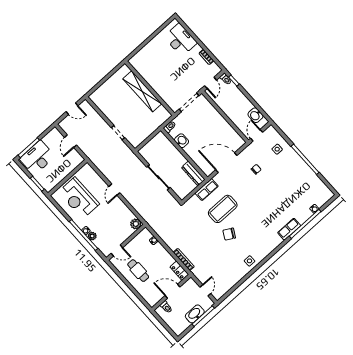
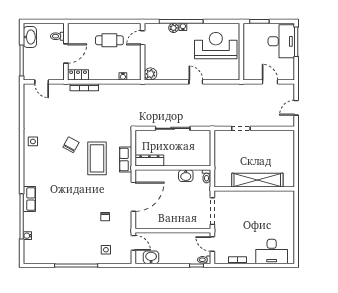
washbasin: (195, 314) -> (30, 37), moved

